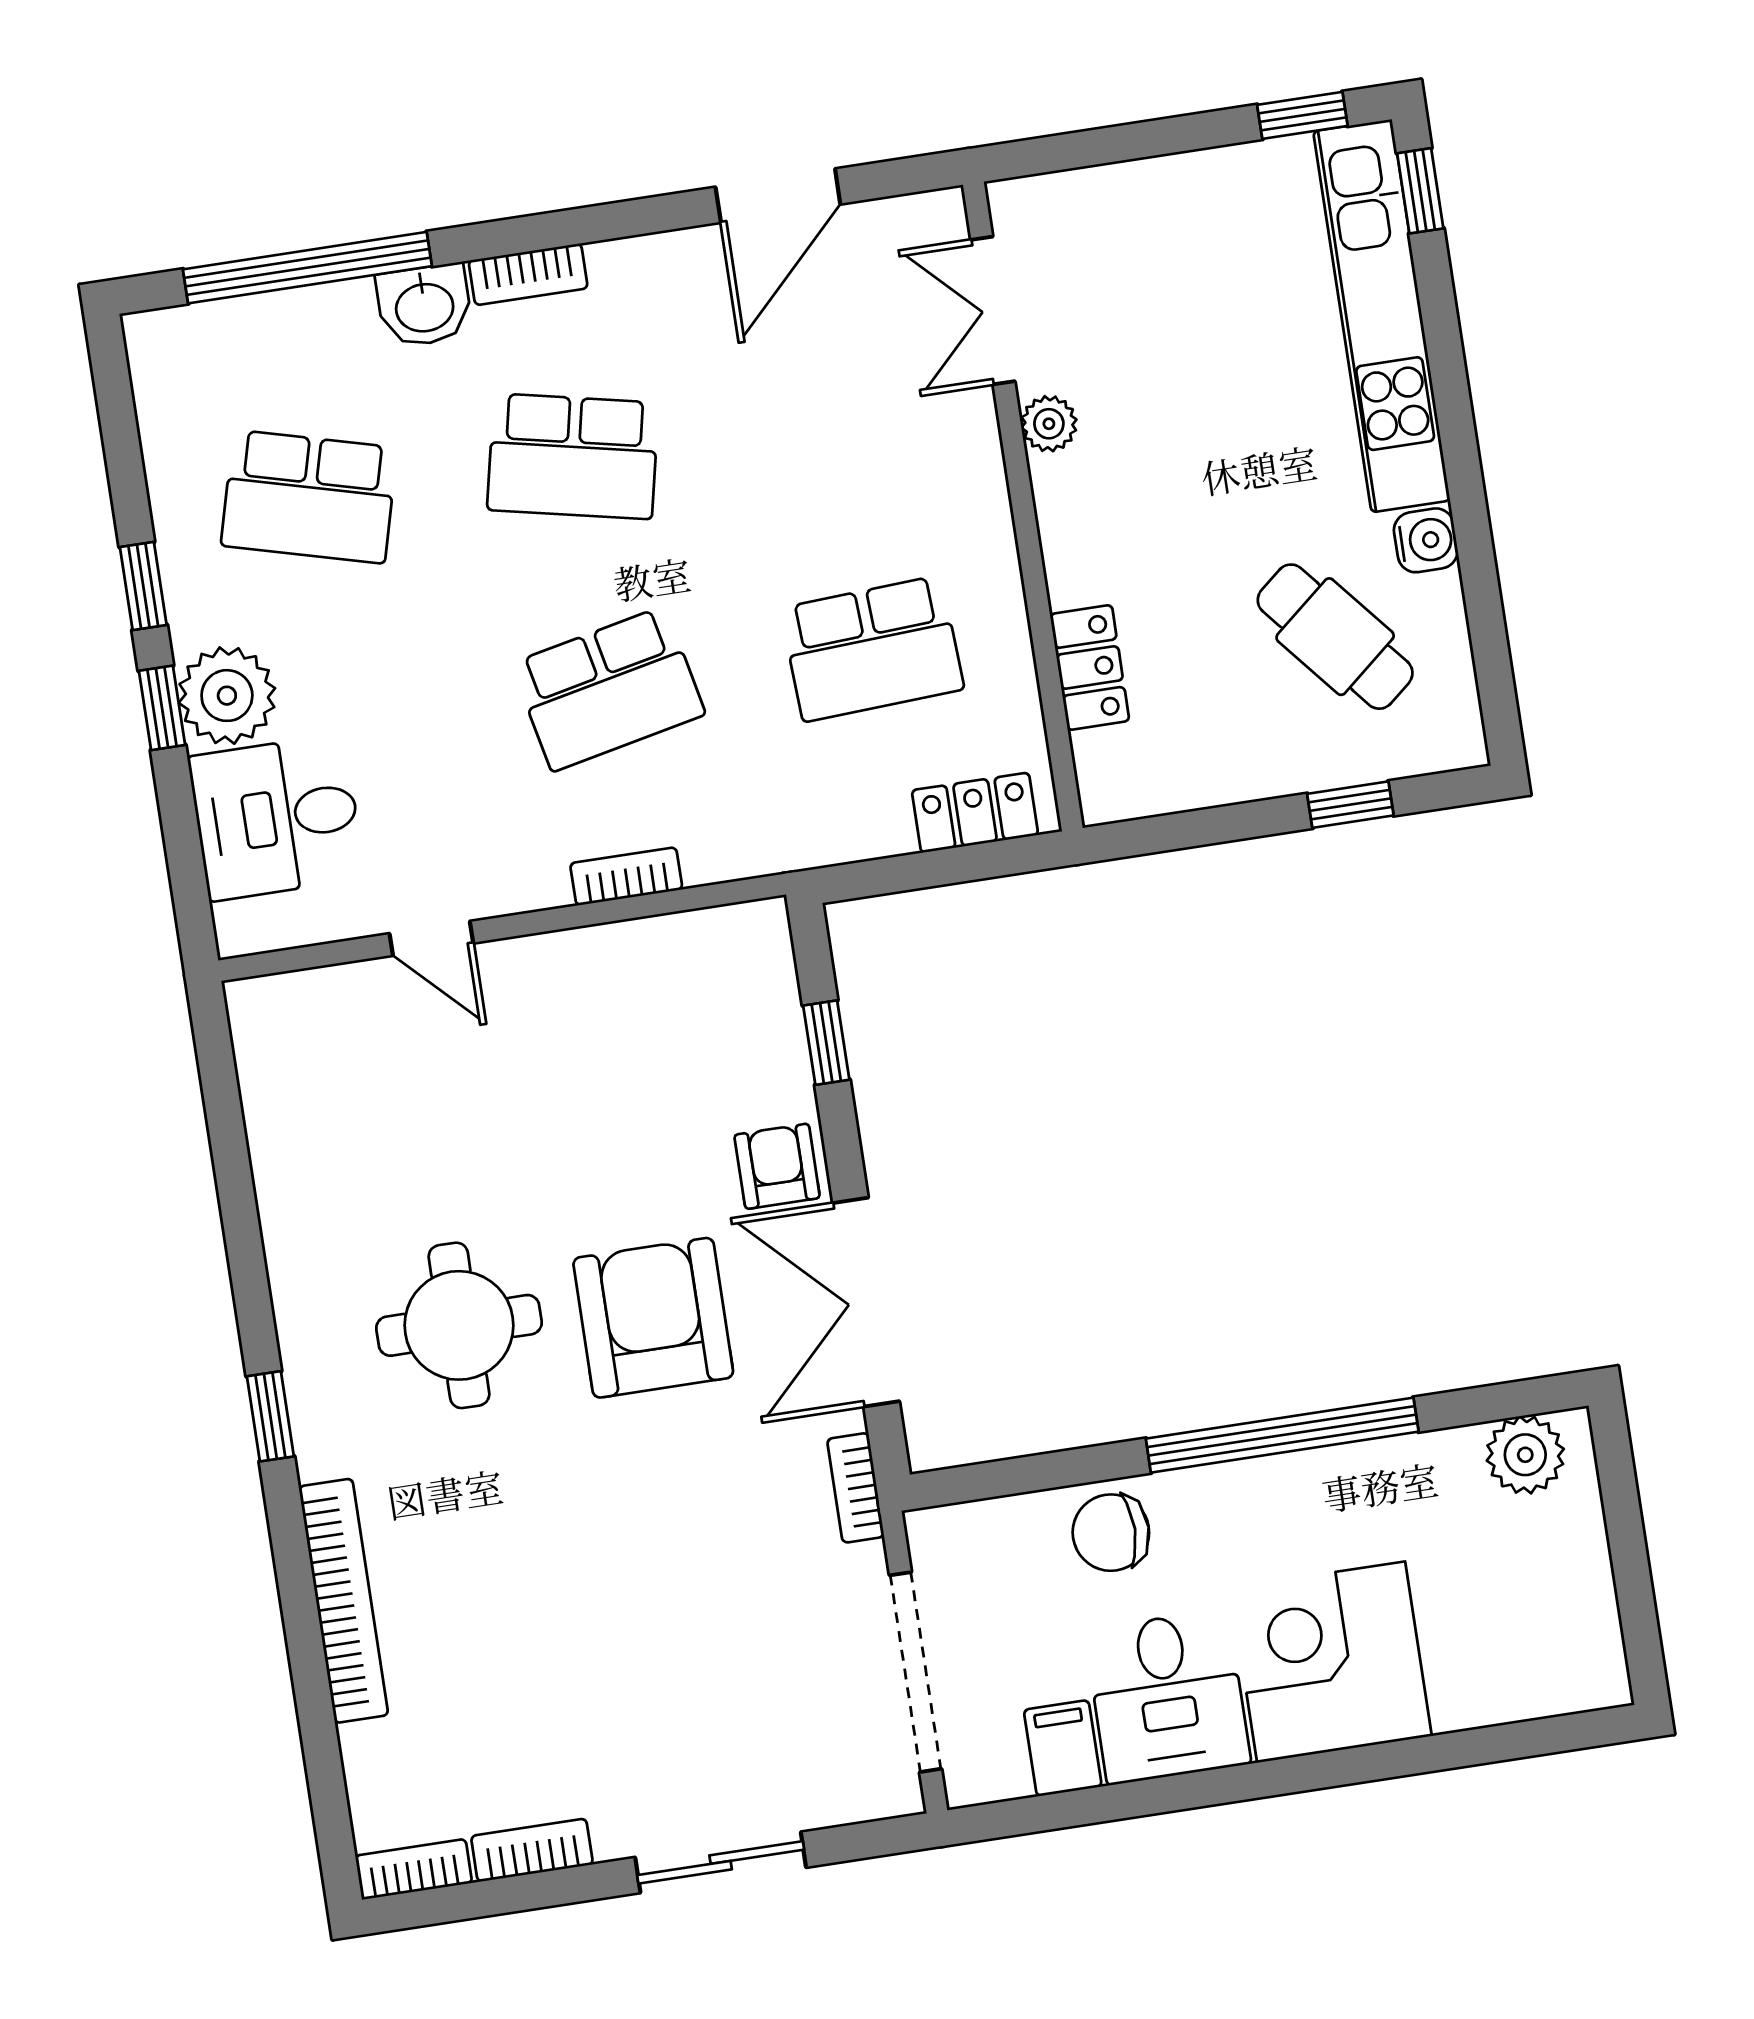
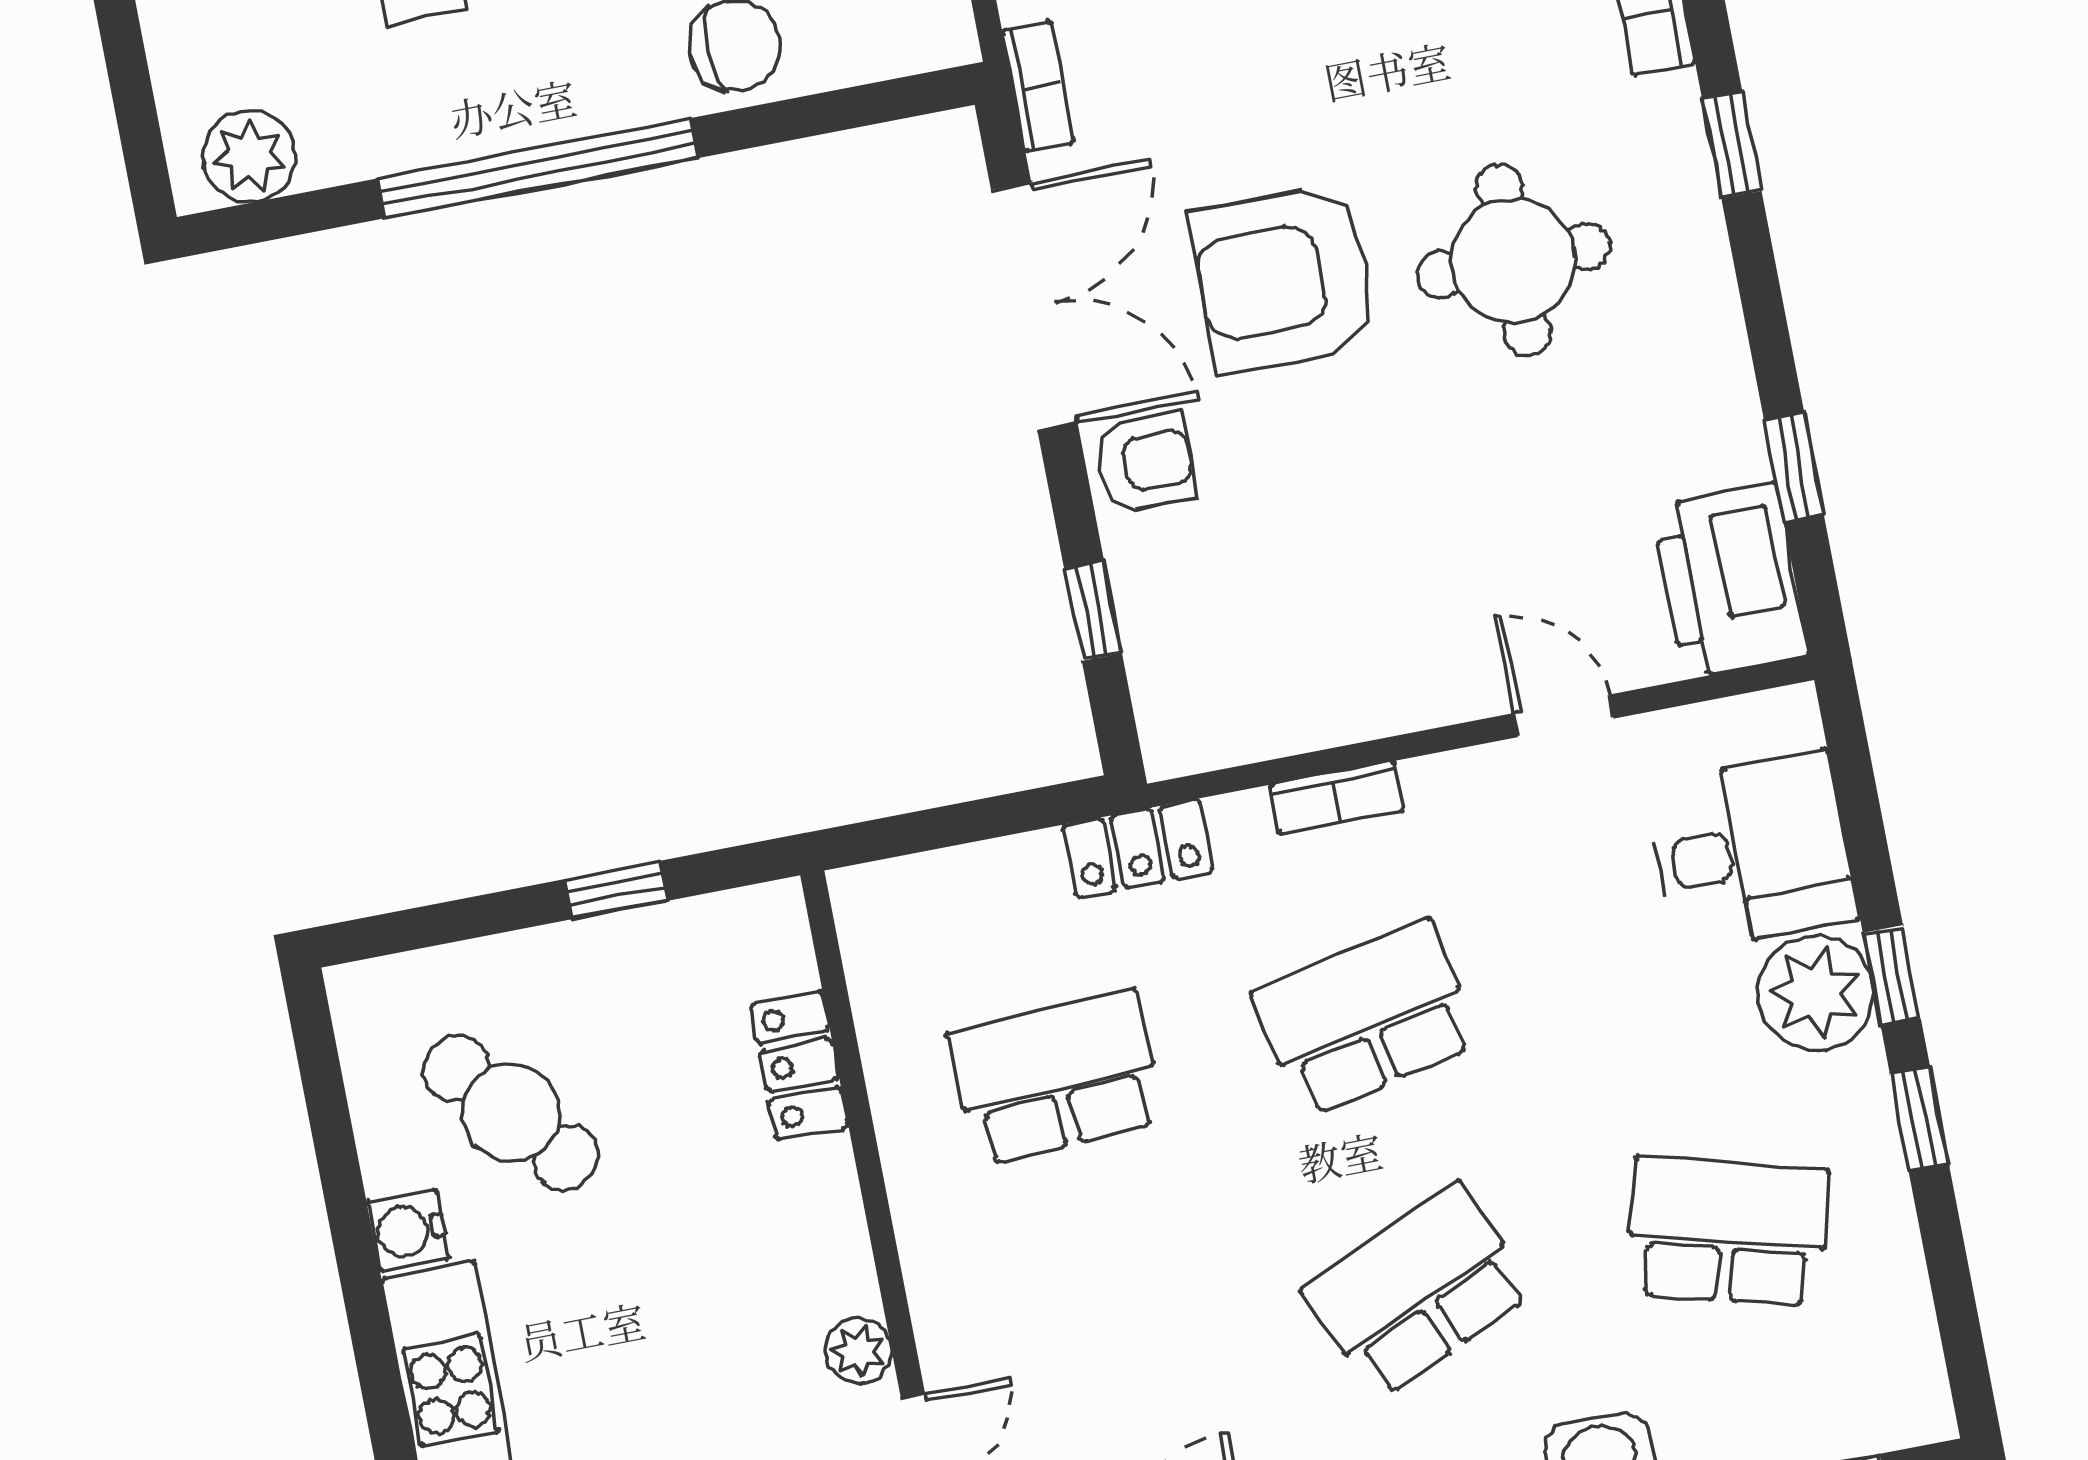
school desk: (573, 456) -> (1419, 1291), turned -36
window: (1350, 805) -> (616, 890), moved
locker: (975, 813) -> (1138, 848), moved
printer: (286, 1047) -> (1730, 581), added
window: (228, 1141) -> (1794, 467), added
armchair: (777, 1166) -> (1145, 462), turned -90
armchair: (653, 1318) -> (1285, 278), turned 90

